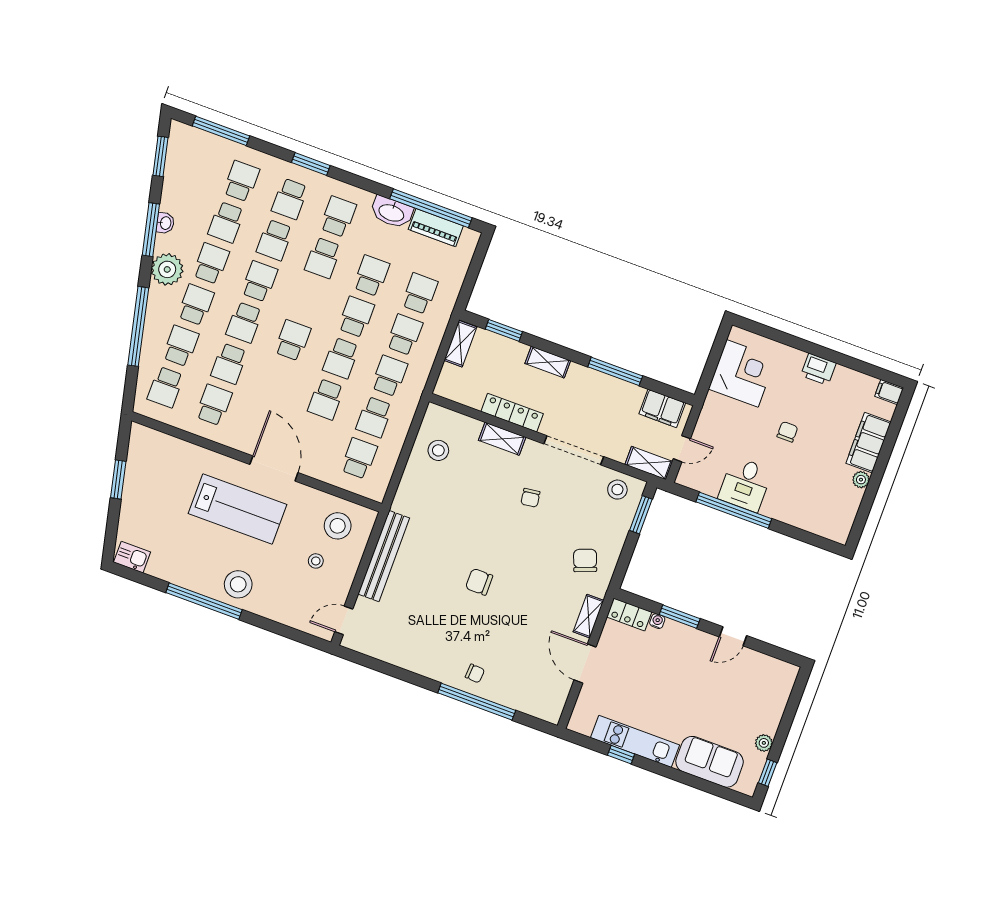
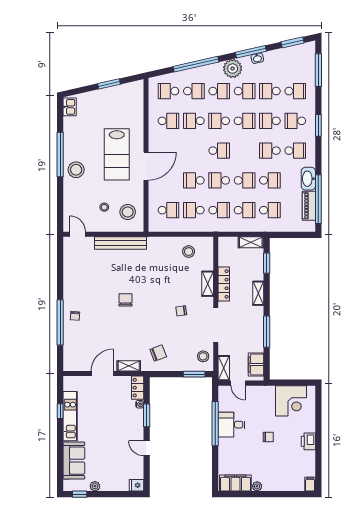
filing cabinet: (868, 443) -> (235, 483), moved
fridge: (787, 675) -> (137, 485), added

